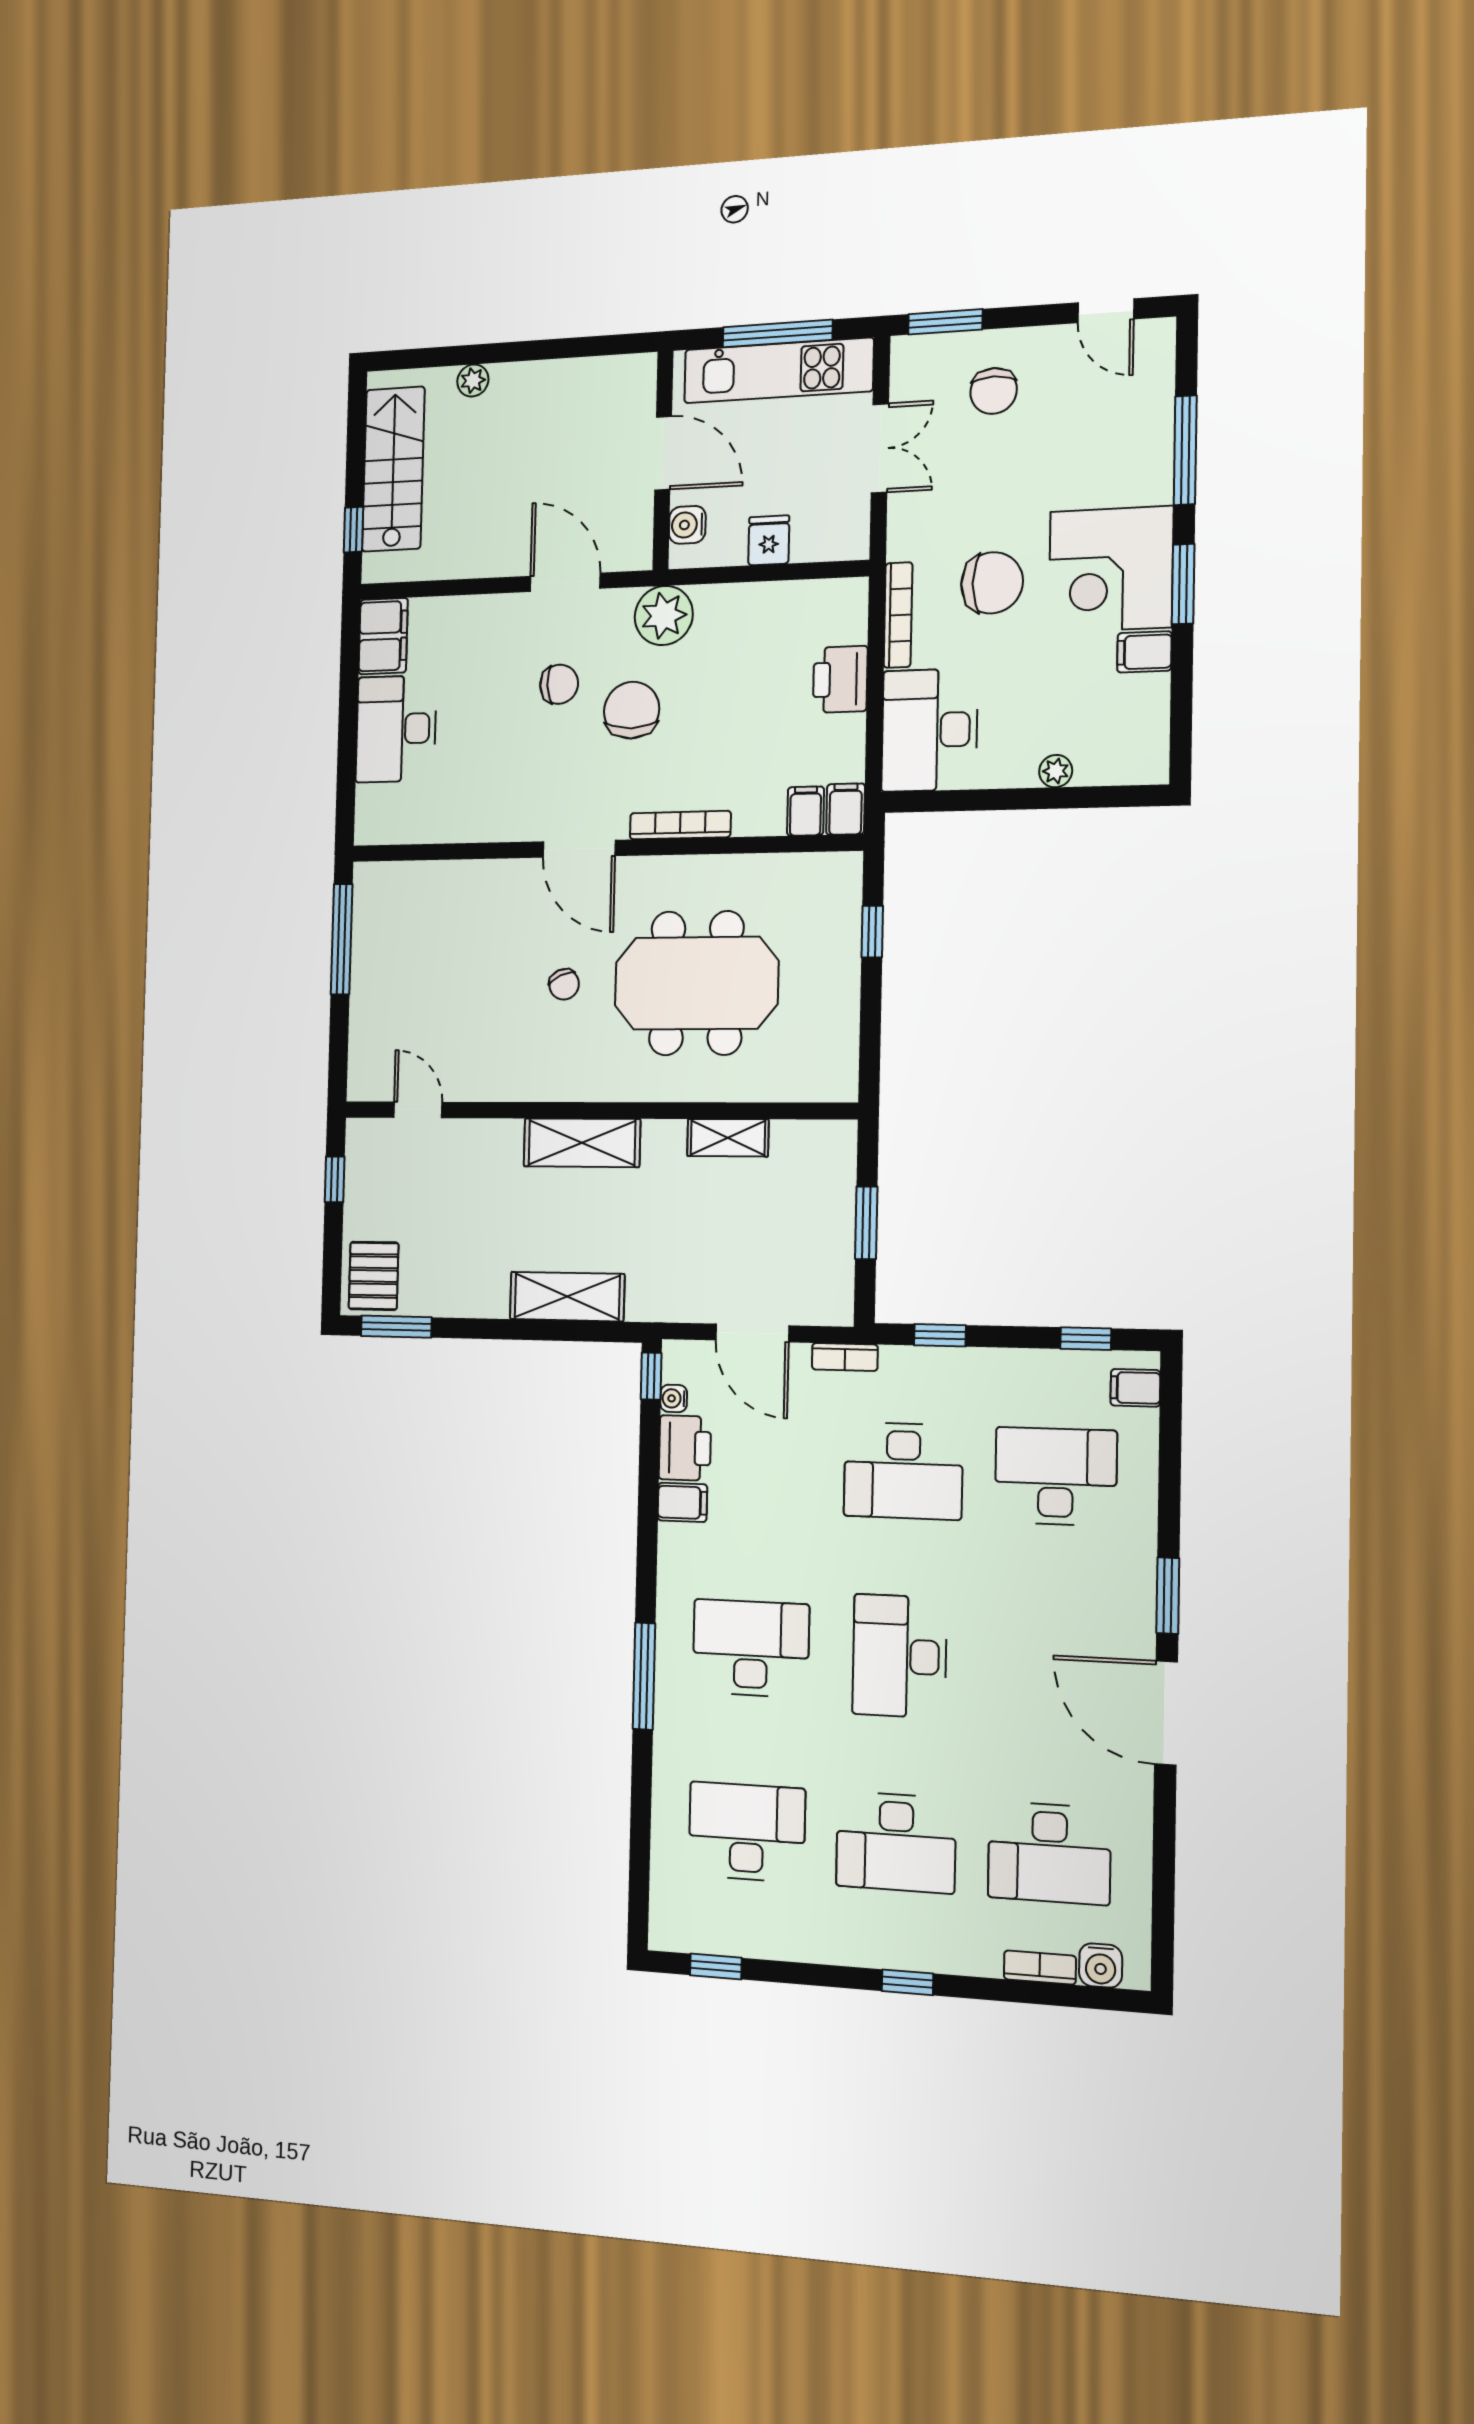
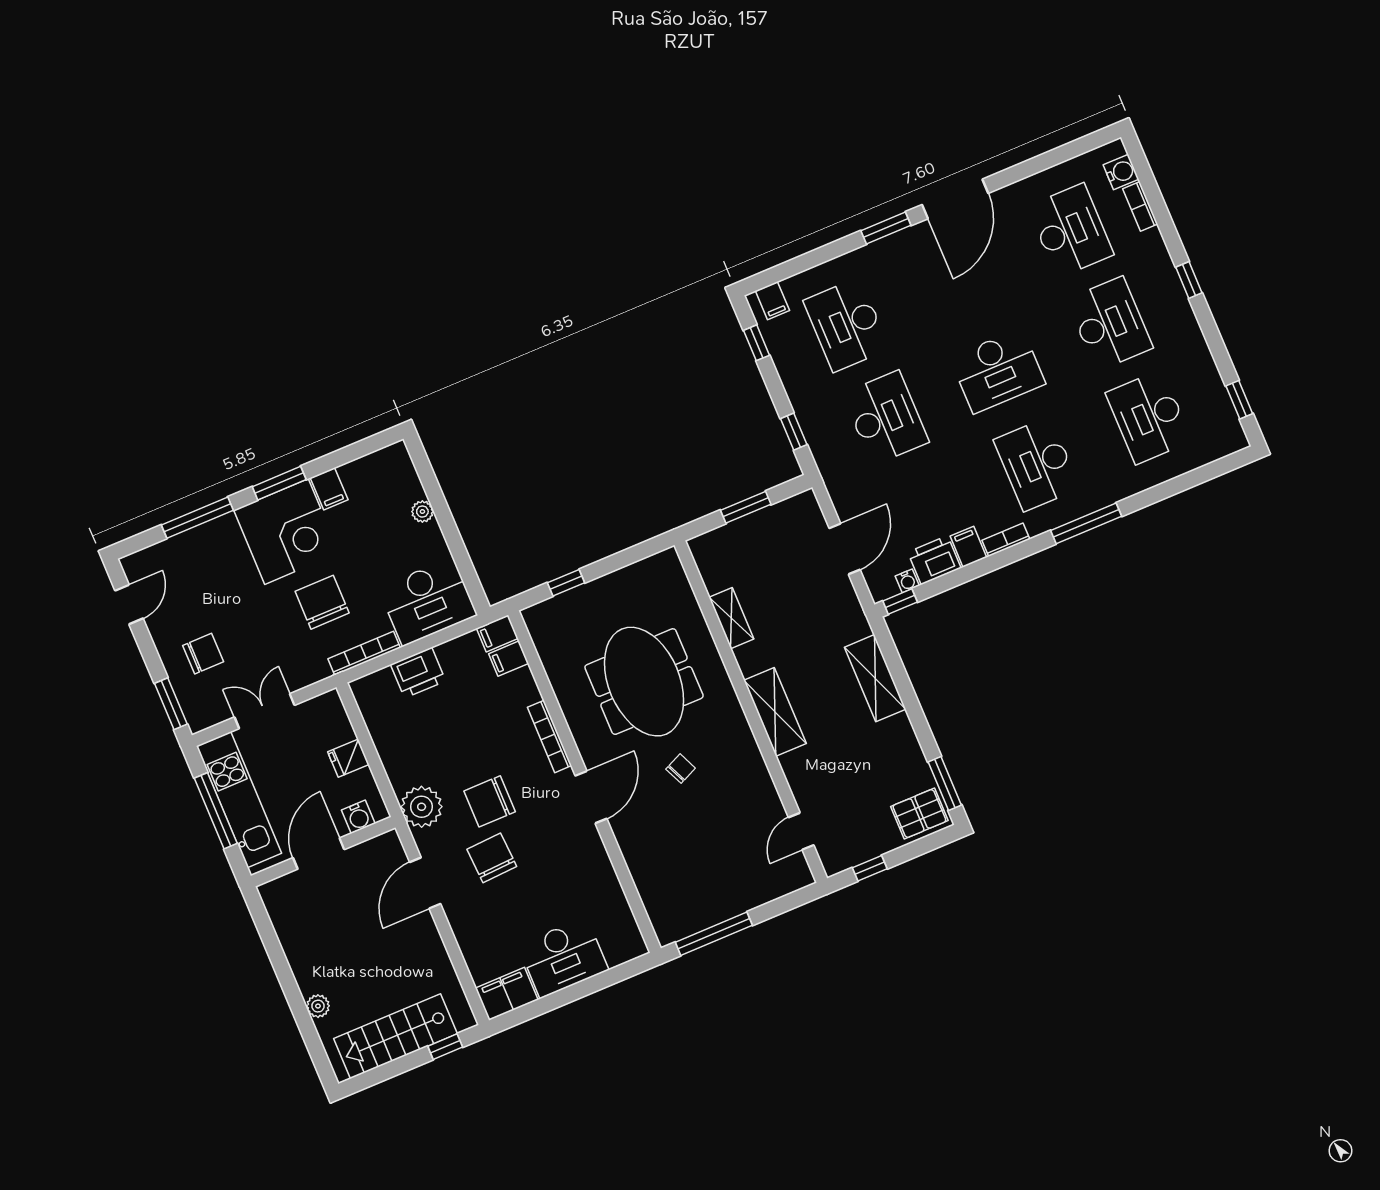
chair: (559, 684) -> (492, 858), width x1.37, depth x1.37
bookcase: (845, 1357) -> (1006, 540), moved, turned -90

